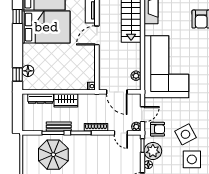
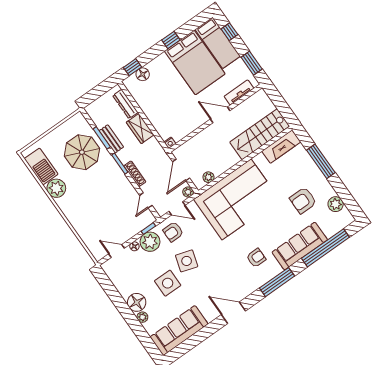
window: (18, 17) -> (171, 40), moved
plant: (136, 127) -> (188, 192), moved
armchair: (158, 129) -> (173, 232), turned 90
side table: (185, 134) -> (187, 261), turned 45

